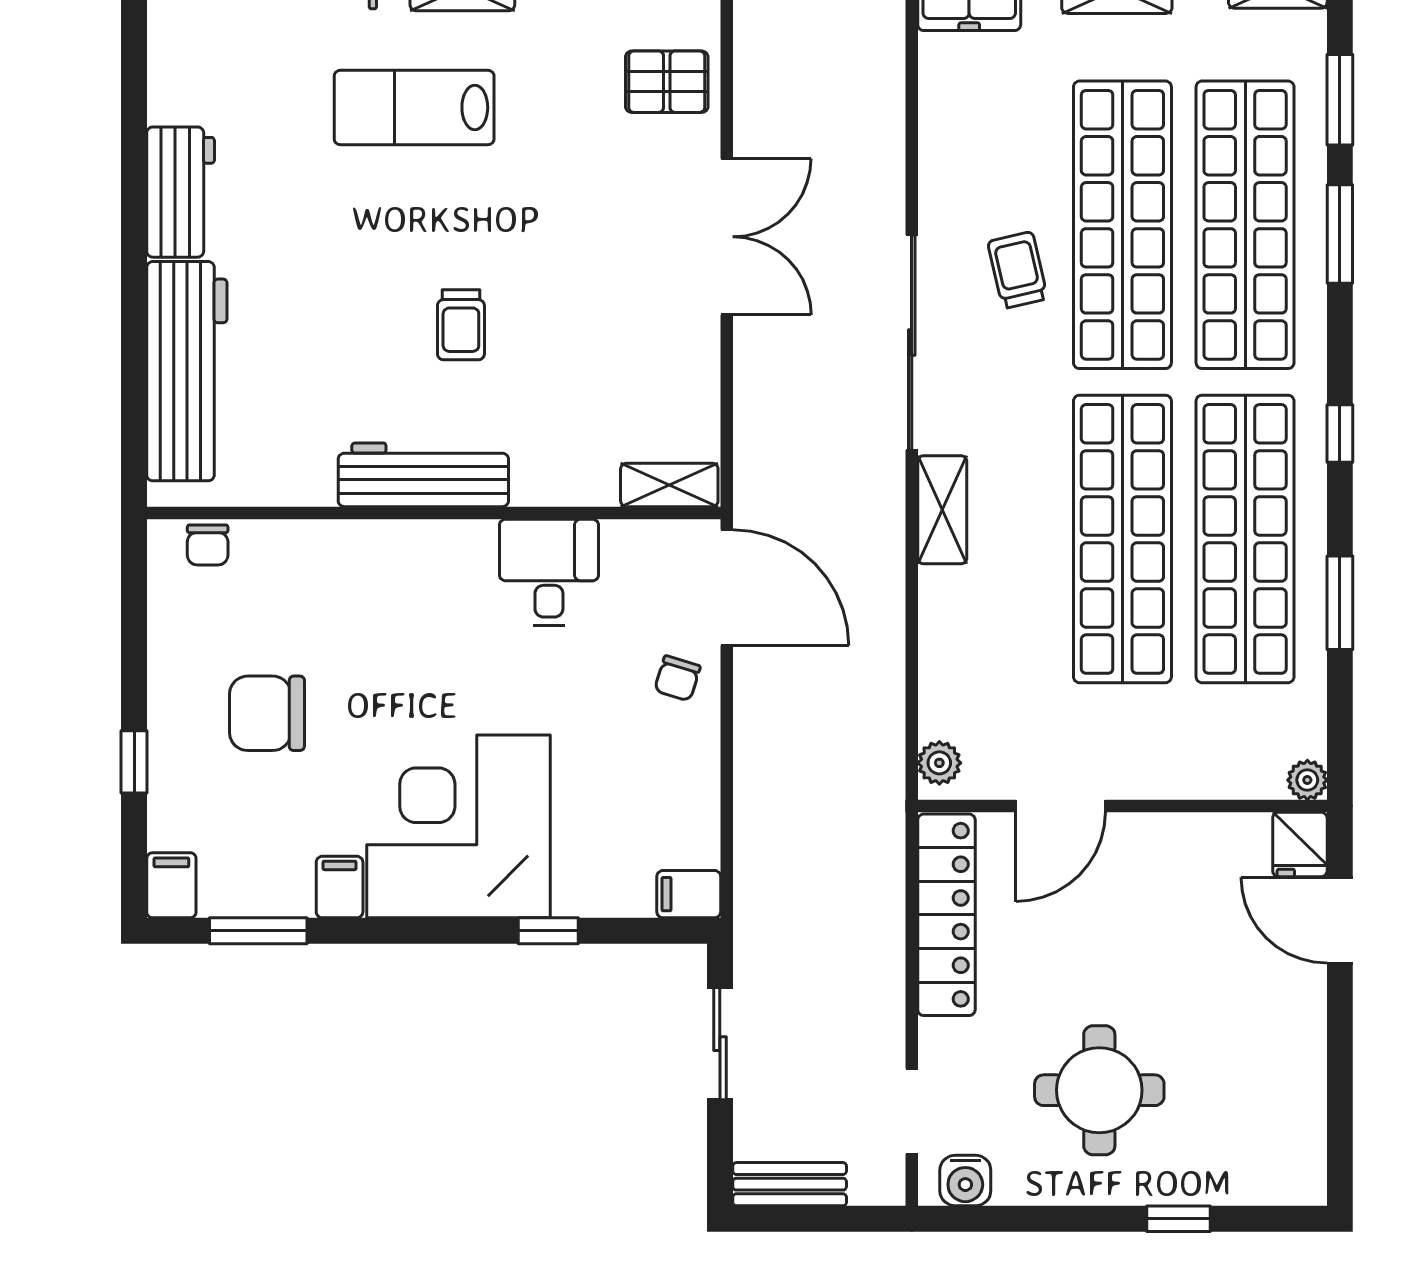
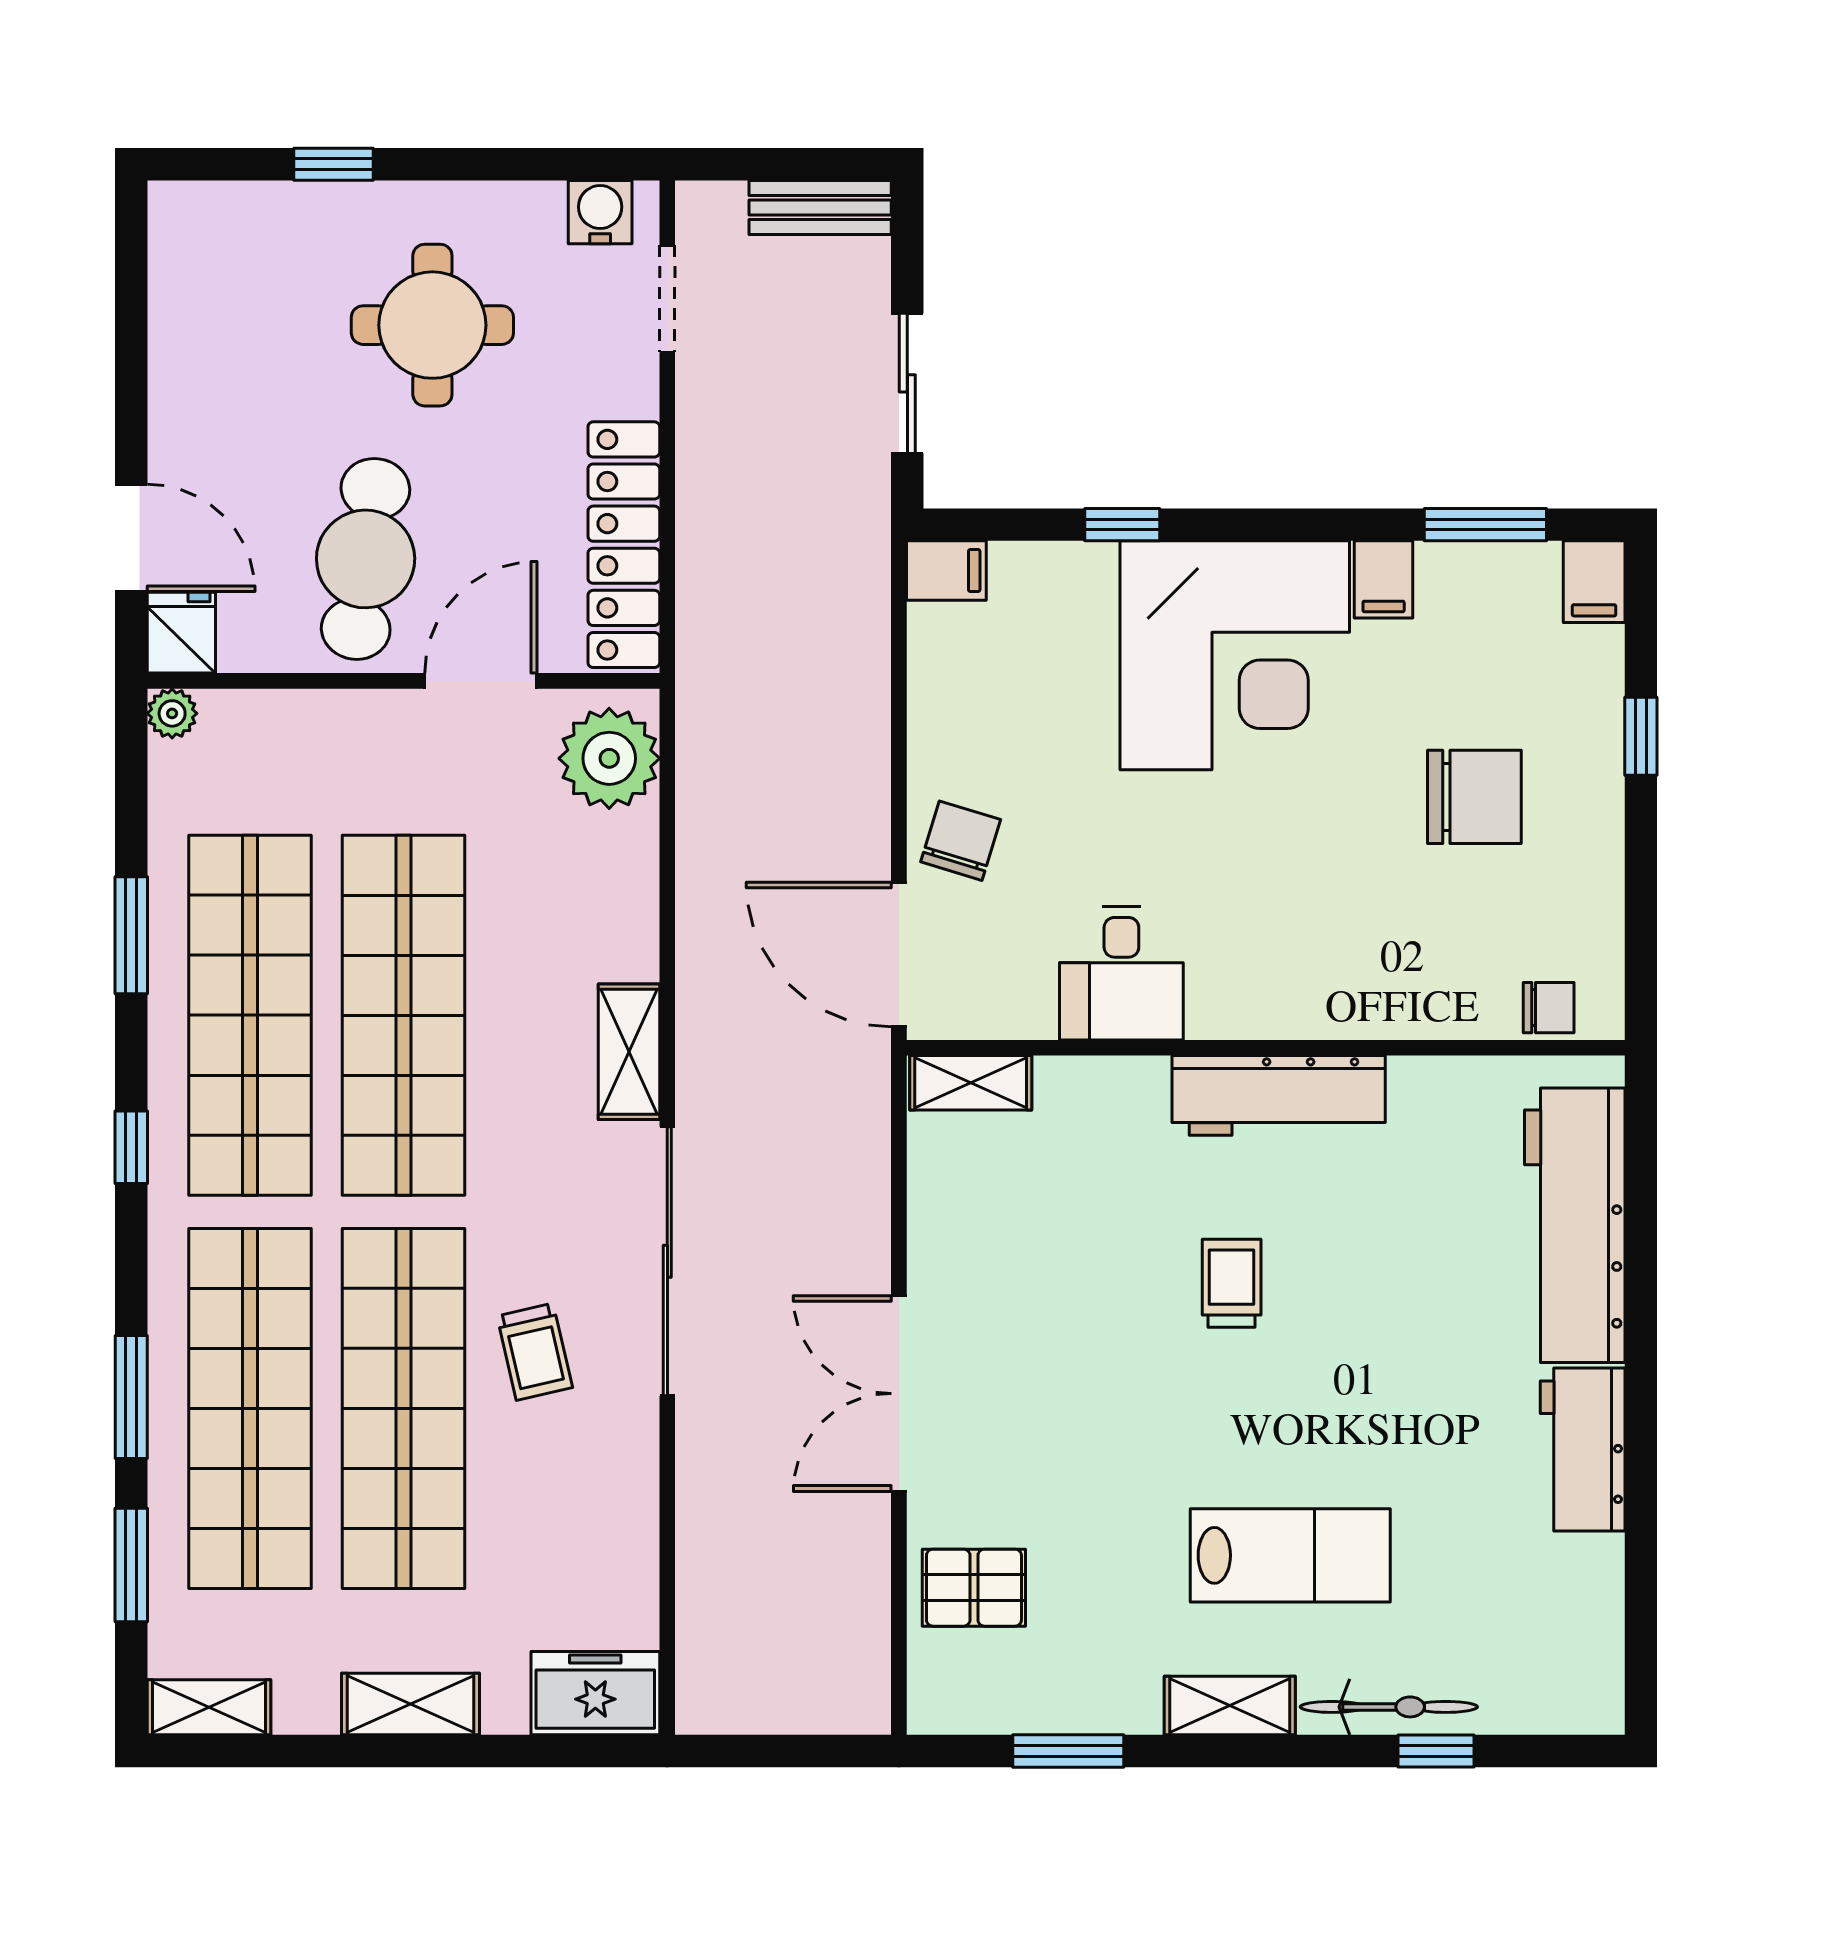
chair: (208, 545) -> (1549, 1008), turned 90
chair: (677, 678) -> (961, 841), width x1.37, depth x1.37
plant: (939, 763) -> (609, 758), width x1.87, depth x1.87
cafe table: (1153, 903) -> (366, 559), added

